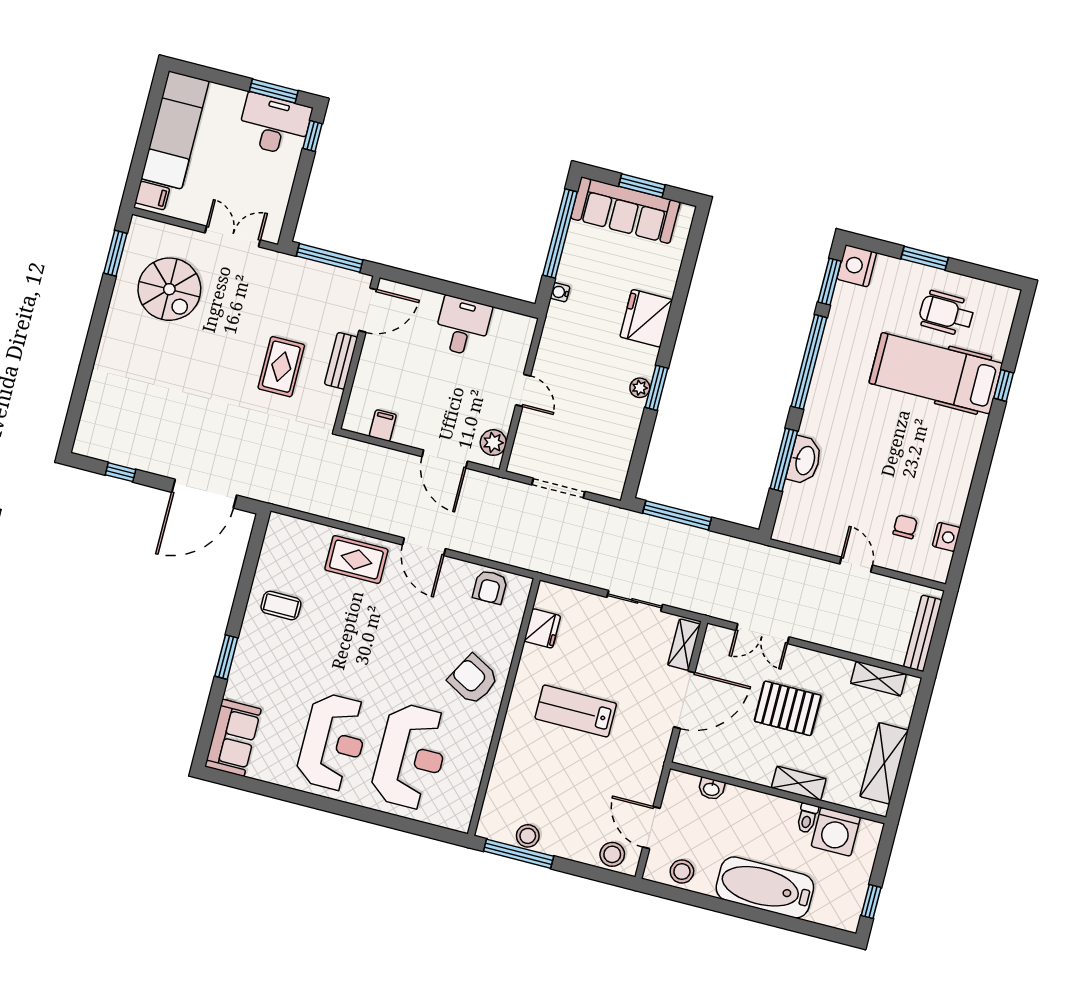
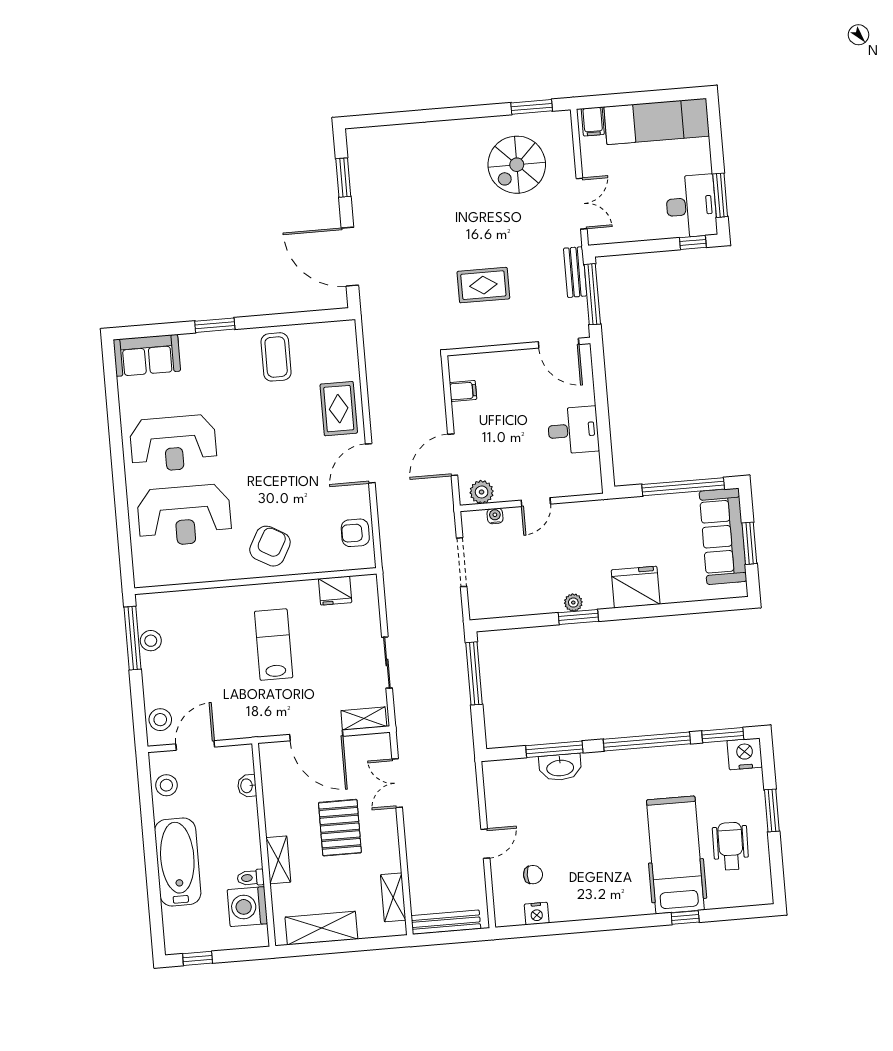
water cooler: (560, 292) -> (495, 516), moved
bench: (341, 361) -> (575, 272), moved, turned 90
window: (120, 472) -> (343, 178), width x1.50
coffee table: (281, 606) -> (276, 357), width x1.36, depth x1.30

